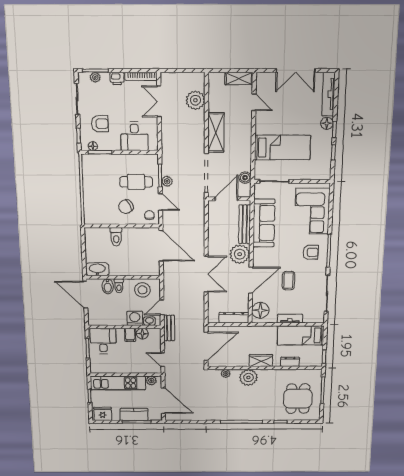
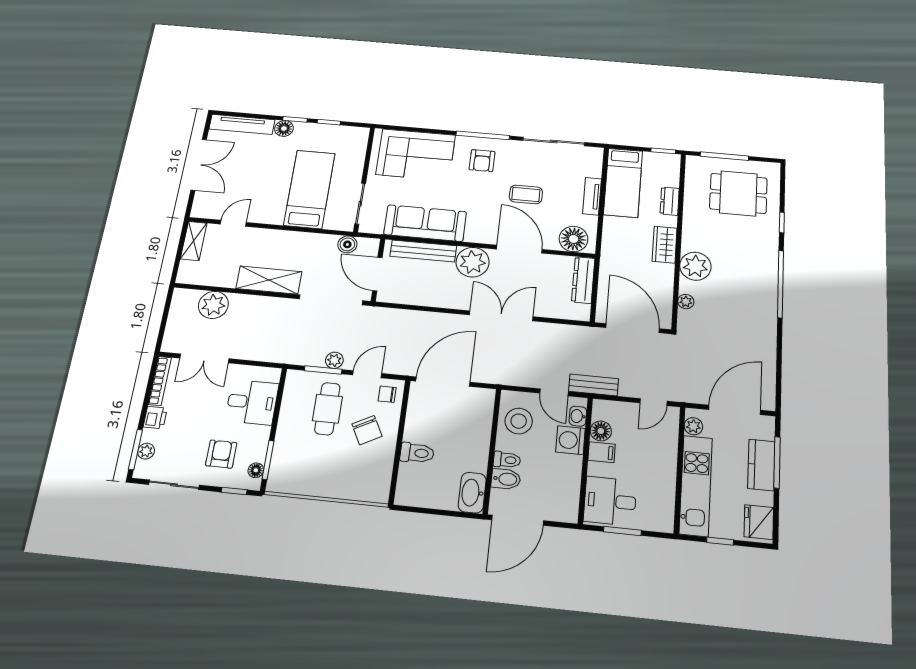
armchair: (311, 252) -> (482, 161), turned 180

